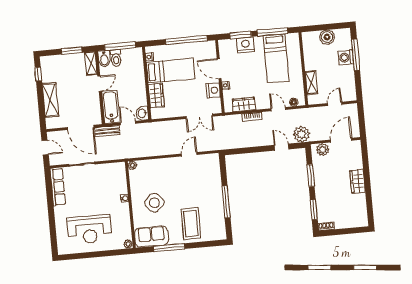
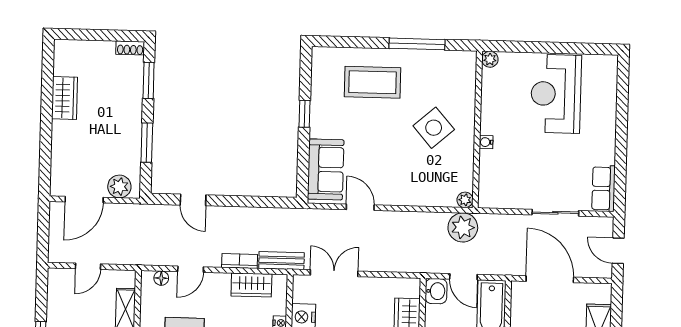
door: (278, 109) -> (191, 269), hinge flipped
bench: (107, 131) -> (281, 261), moved
plant: (301, 134) -> (463, 227), moved
door: (189, 154) -> (360, 207), swing flipped
wardrobe: (357, 181) -> (65, 98), moved
row of seats: (58, 187) -> (604, 188), width x0.68
window: (226, 202) -> (304, 114), width x0.46
coffee table: (191, 224) -> (372, 82), turned 90
reception desk: (90, 229) -> (556, 94), turned -90
sofa: (151, 237) -> (326, 169), moved, turned -90

